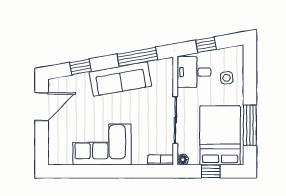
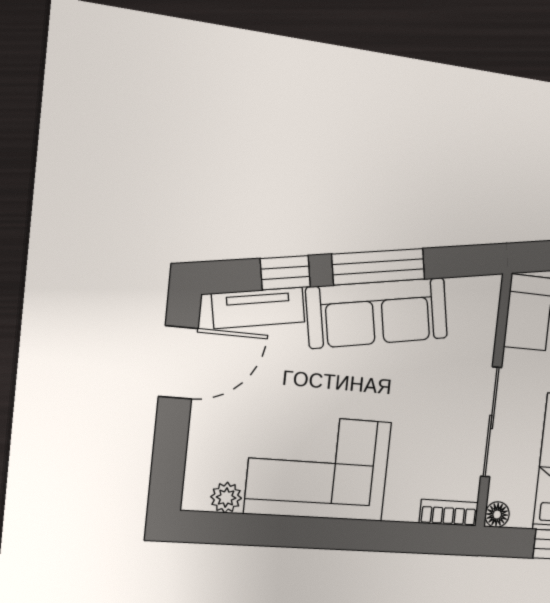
window: (137, 57) -> (379, 267), moved
tv unit: (71, 82) -> (258, 308), added
plant: (66, 159) -> (226, 498), added

